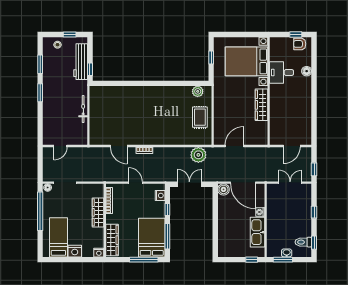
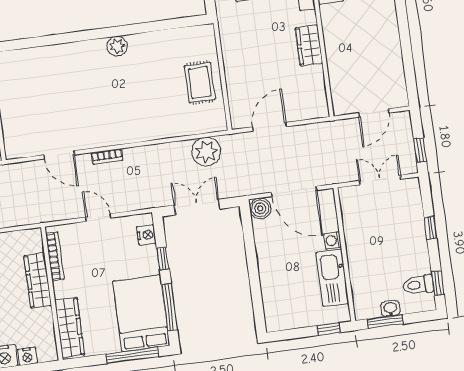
plant: (198, 91) -> (117, 46), moved
wardrobe: (262, 105) -> (309, 45), width x0.67
nightstand: (99, 253) -> (27, 356), moved

